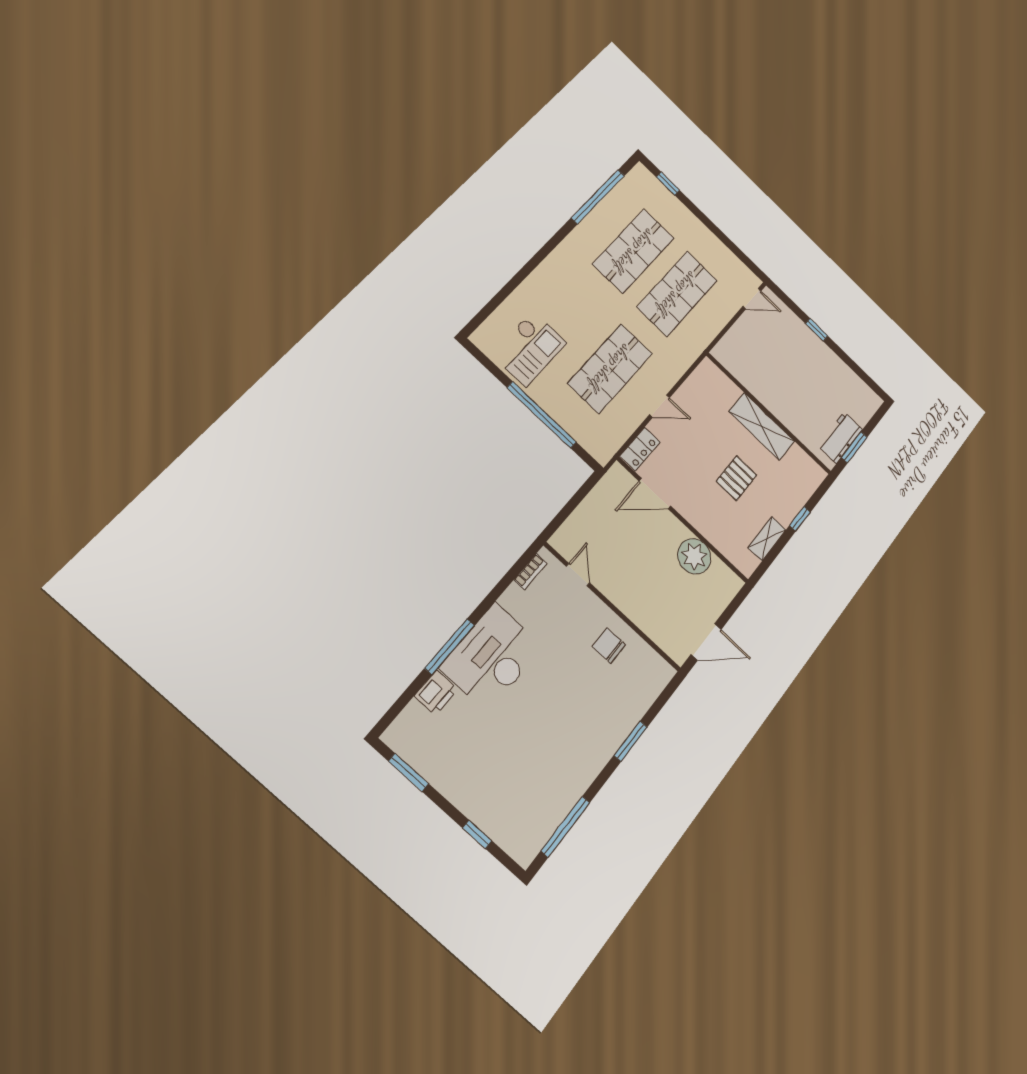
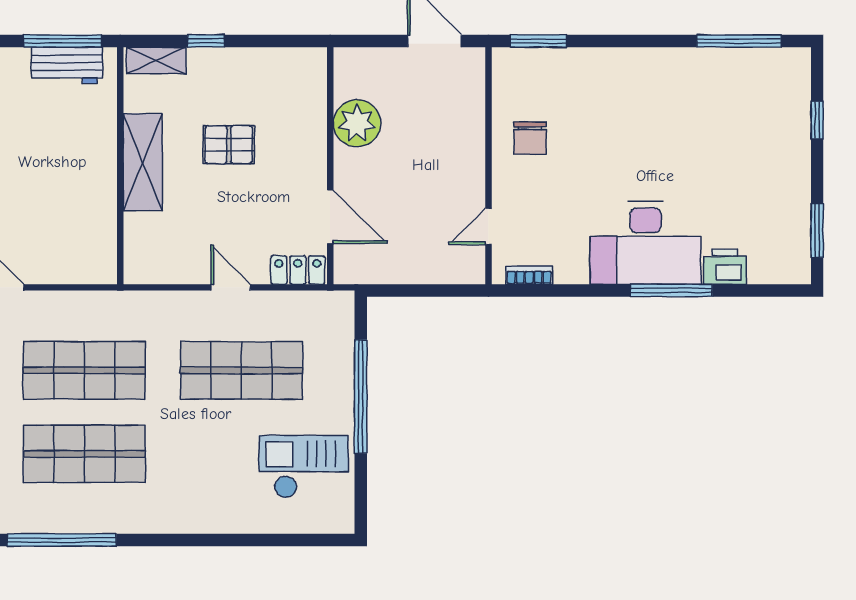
window: (854, 447) -> (62, 41), width x1.44
shelving: (767, 539) -> (156, 60), moved
window: (630, 741) -> (538, 41), moved

